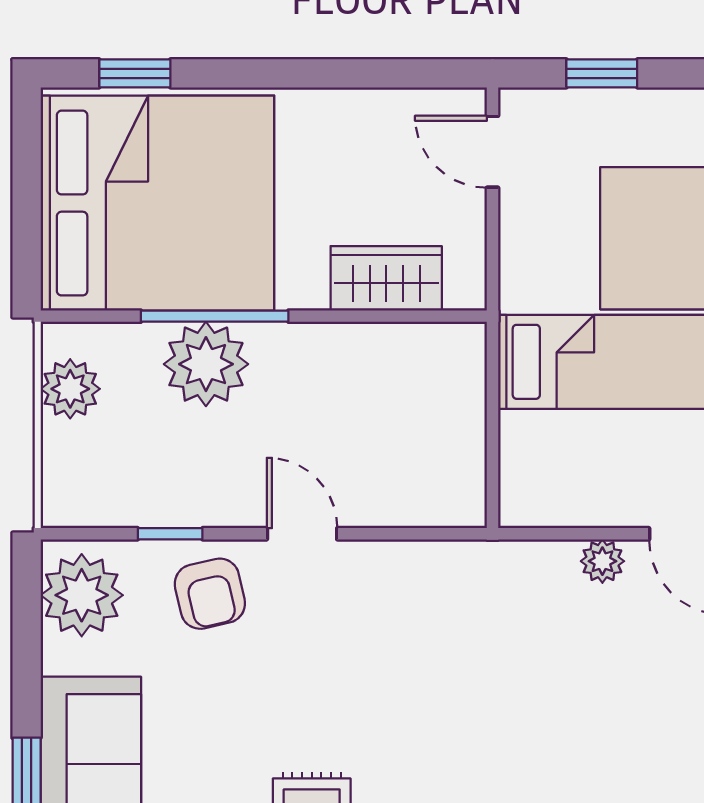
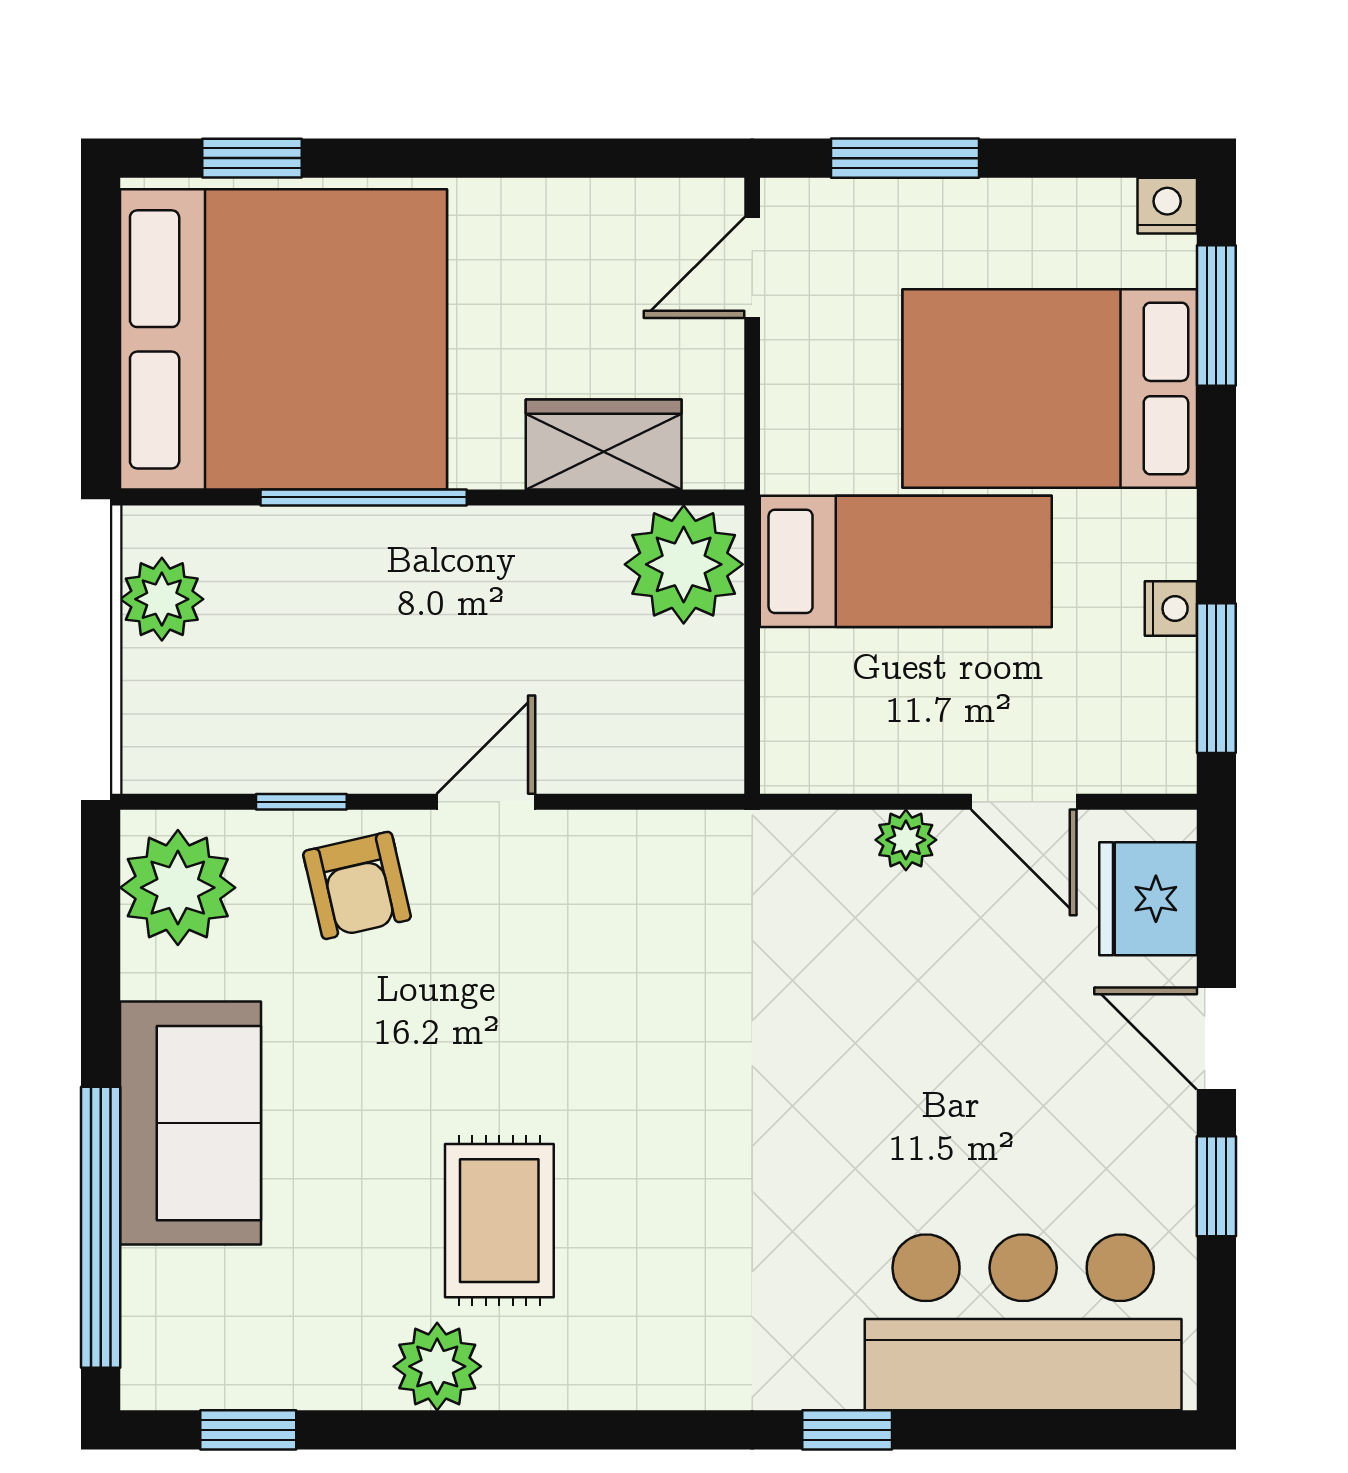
window: (602, 73) -> (905, 158), width x1.50
door: (493, 152) -> (752, 268), hinge flipped
plant: (206, 364) -> (684, 564), moved
door: (302, 534) -> (486, 802), hinge flipped

